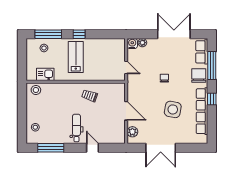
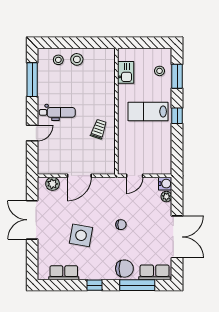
window: (48, 34) -> (177, 76), width x0.69
lab bench: (76, 57) -> (148, 112), turned 180
stool: (36, 90) -> (77, 59), moved
row of seats: (202, 111) -> (64, 273), width x0.50

